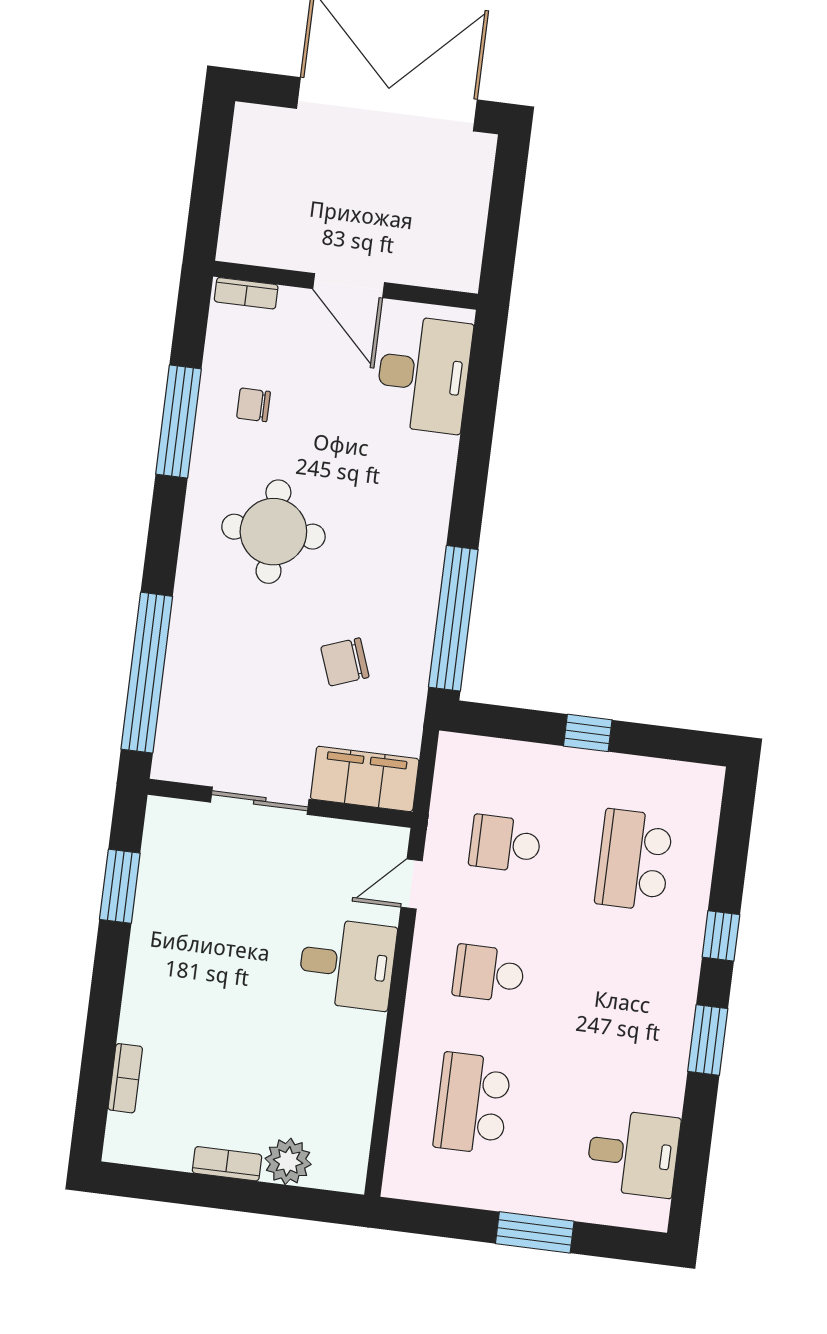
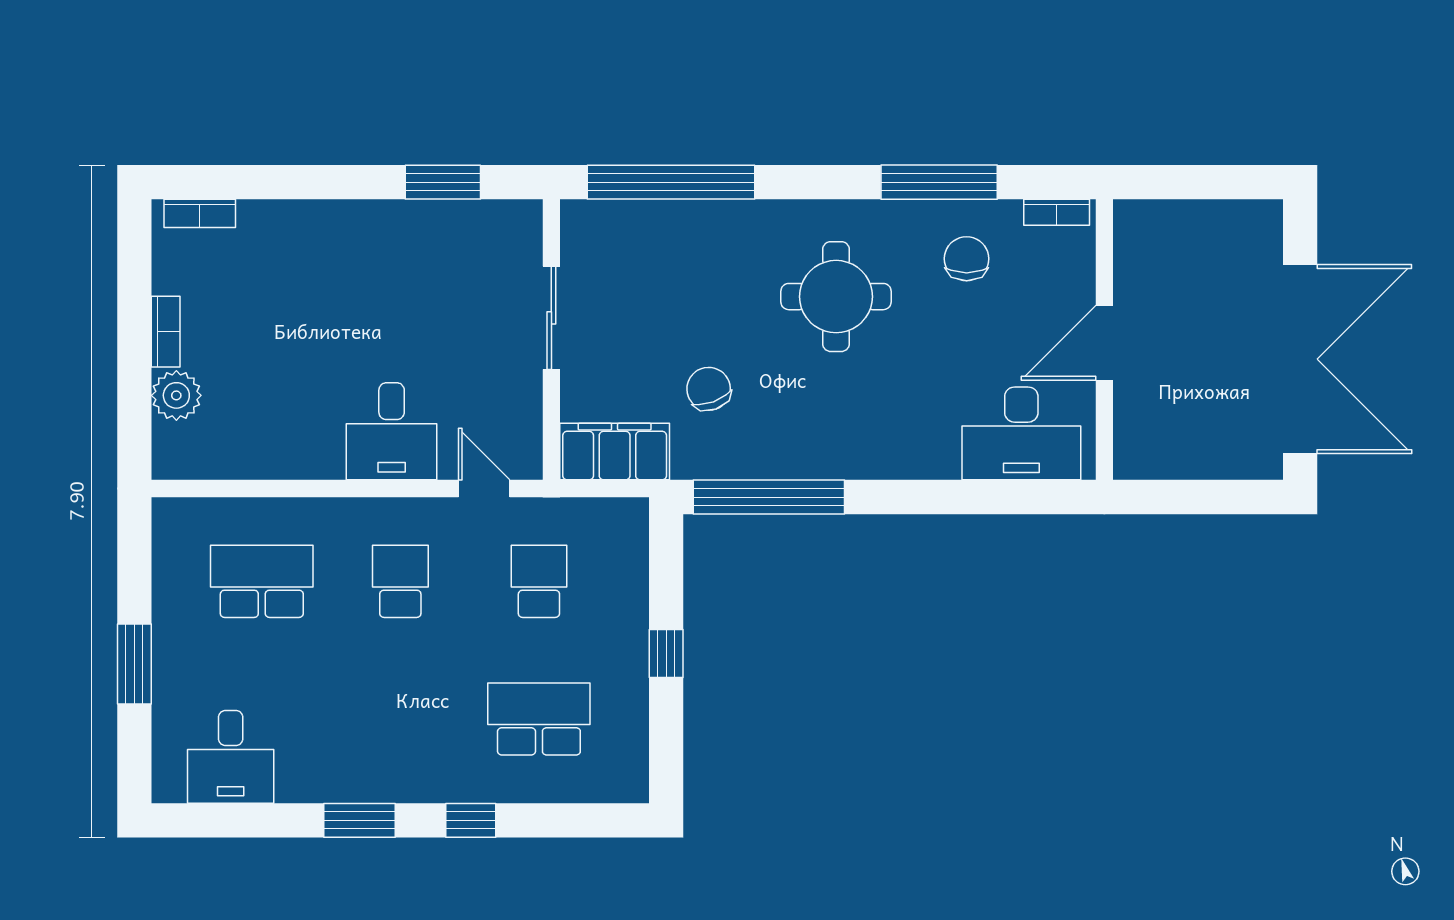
bookcase: (246, 293) -> (1057, 212), moved, turned -90
chair: (253, 405) -> (967, 259), width x1.37, depth x1.37
filing cabinet: (365, 779) -> (615, 452), moved, turned -90
bookcase: (125, 1078) -> (200, 213), moved

